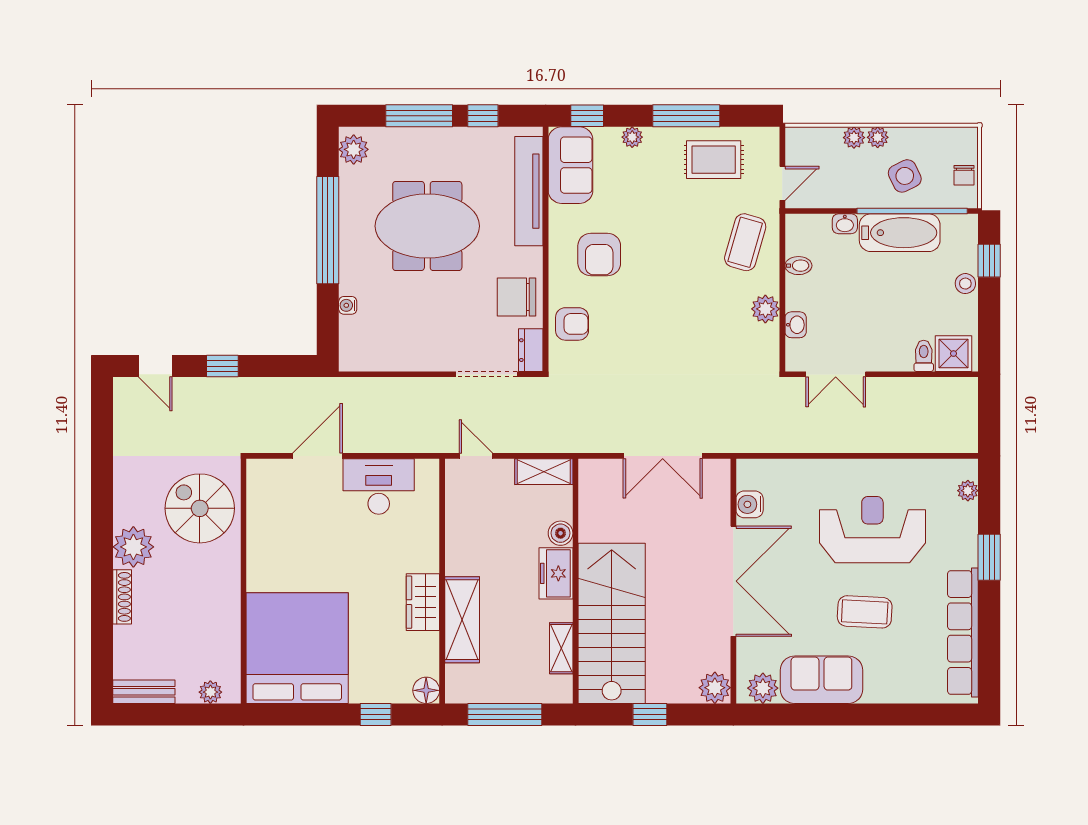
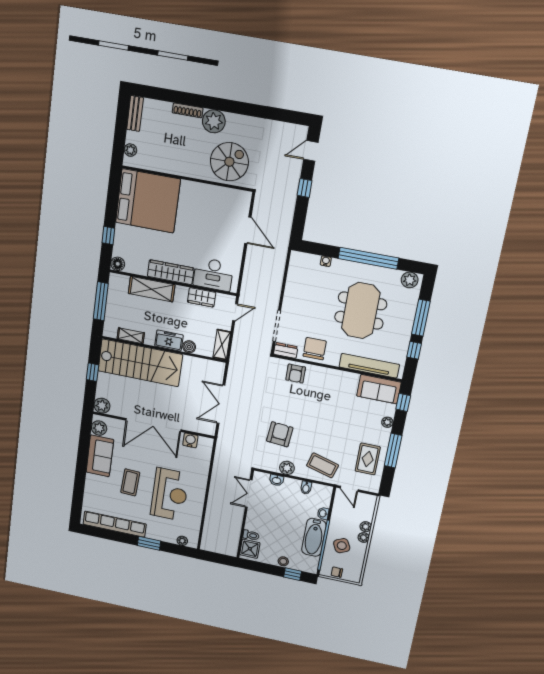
armchair: (599, 255) -> (280, 434), moved, turned 95
desk: (379, 486) -> (213, 274), moved, turned 90
wardrobe: (460, 523) -> (202, 297), added
wardrobe: (423, 602) -> (171, 272), width x1.50

